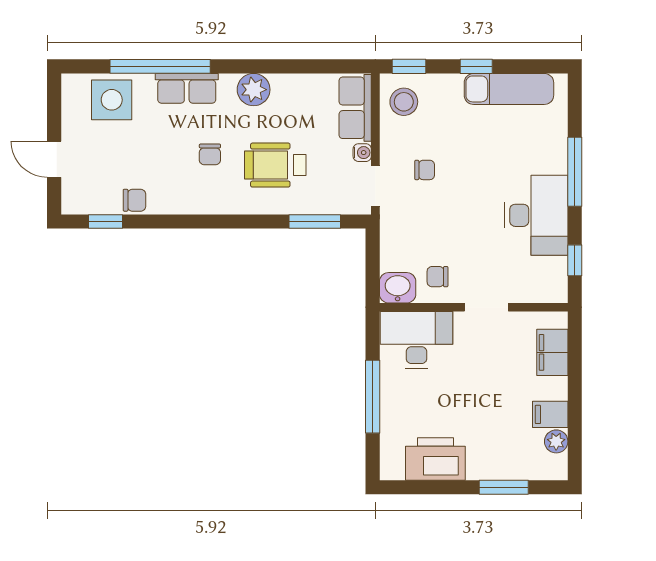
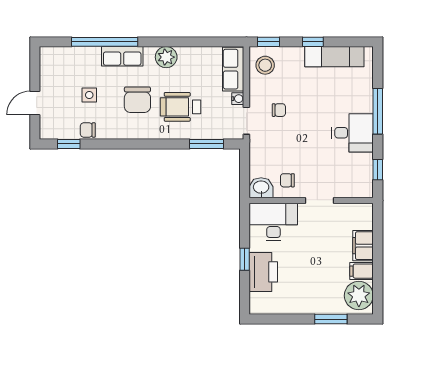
side table: (112, 100) -> (89, 95), moved, width x0.54, depth x0.54
chair: (210, 154) -> (137, 100), width x1.87, depth x1.87
door: (54, 159) -> (35, 103), hinge flipped
chair: (135, 200) -> (88, 130), turned 180
desk: (536, 215) -> (352, 133), width x0.73
filing cabinet: (552, 352) -> (363, 246), moved
window: (373, 397) -> (245, 259), width x0.46
plant: (556, 441) -> (359, 296), width x1.87, depth x1.87
printer: (435, 459) -> (263, 272), moved, turned 90

